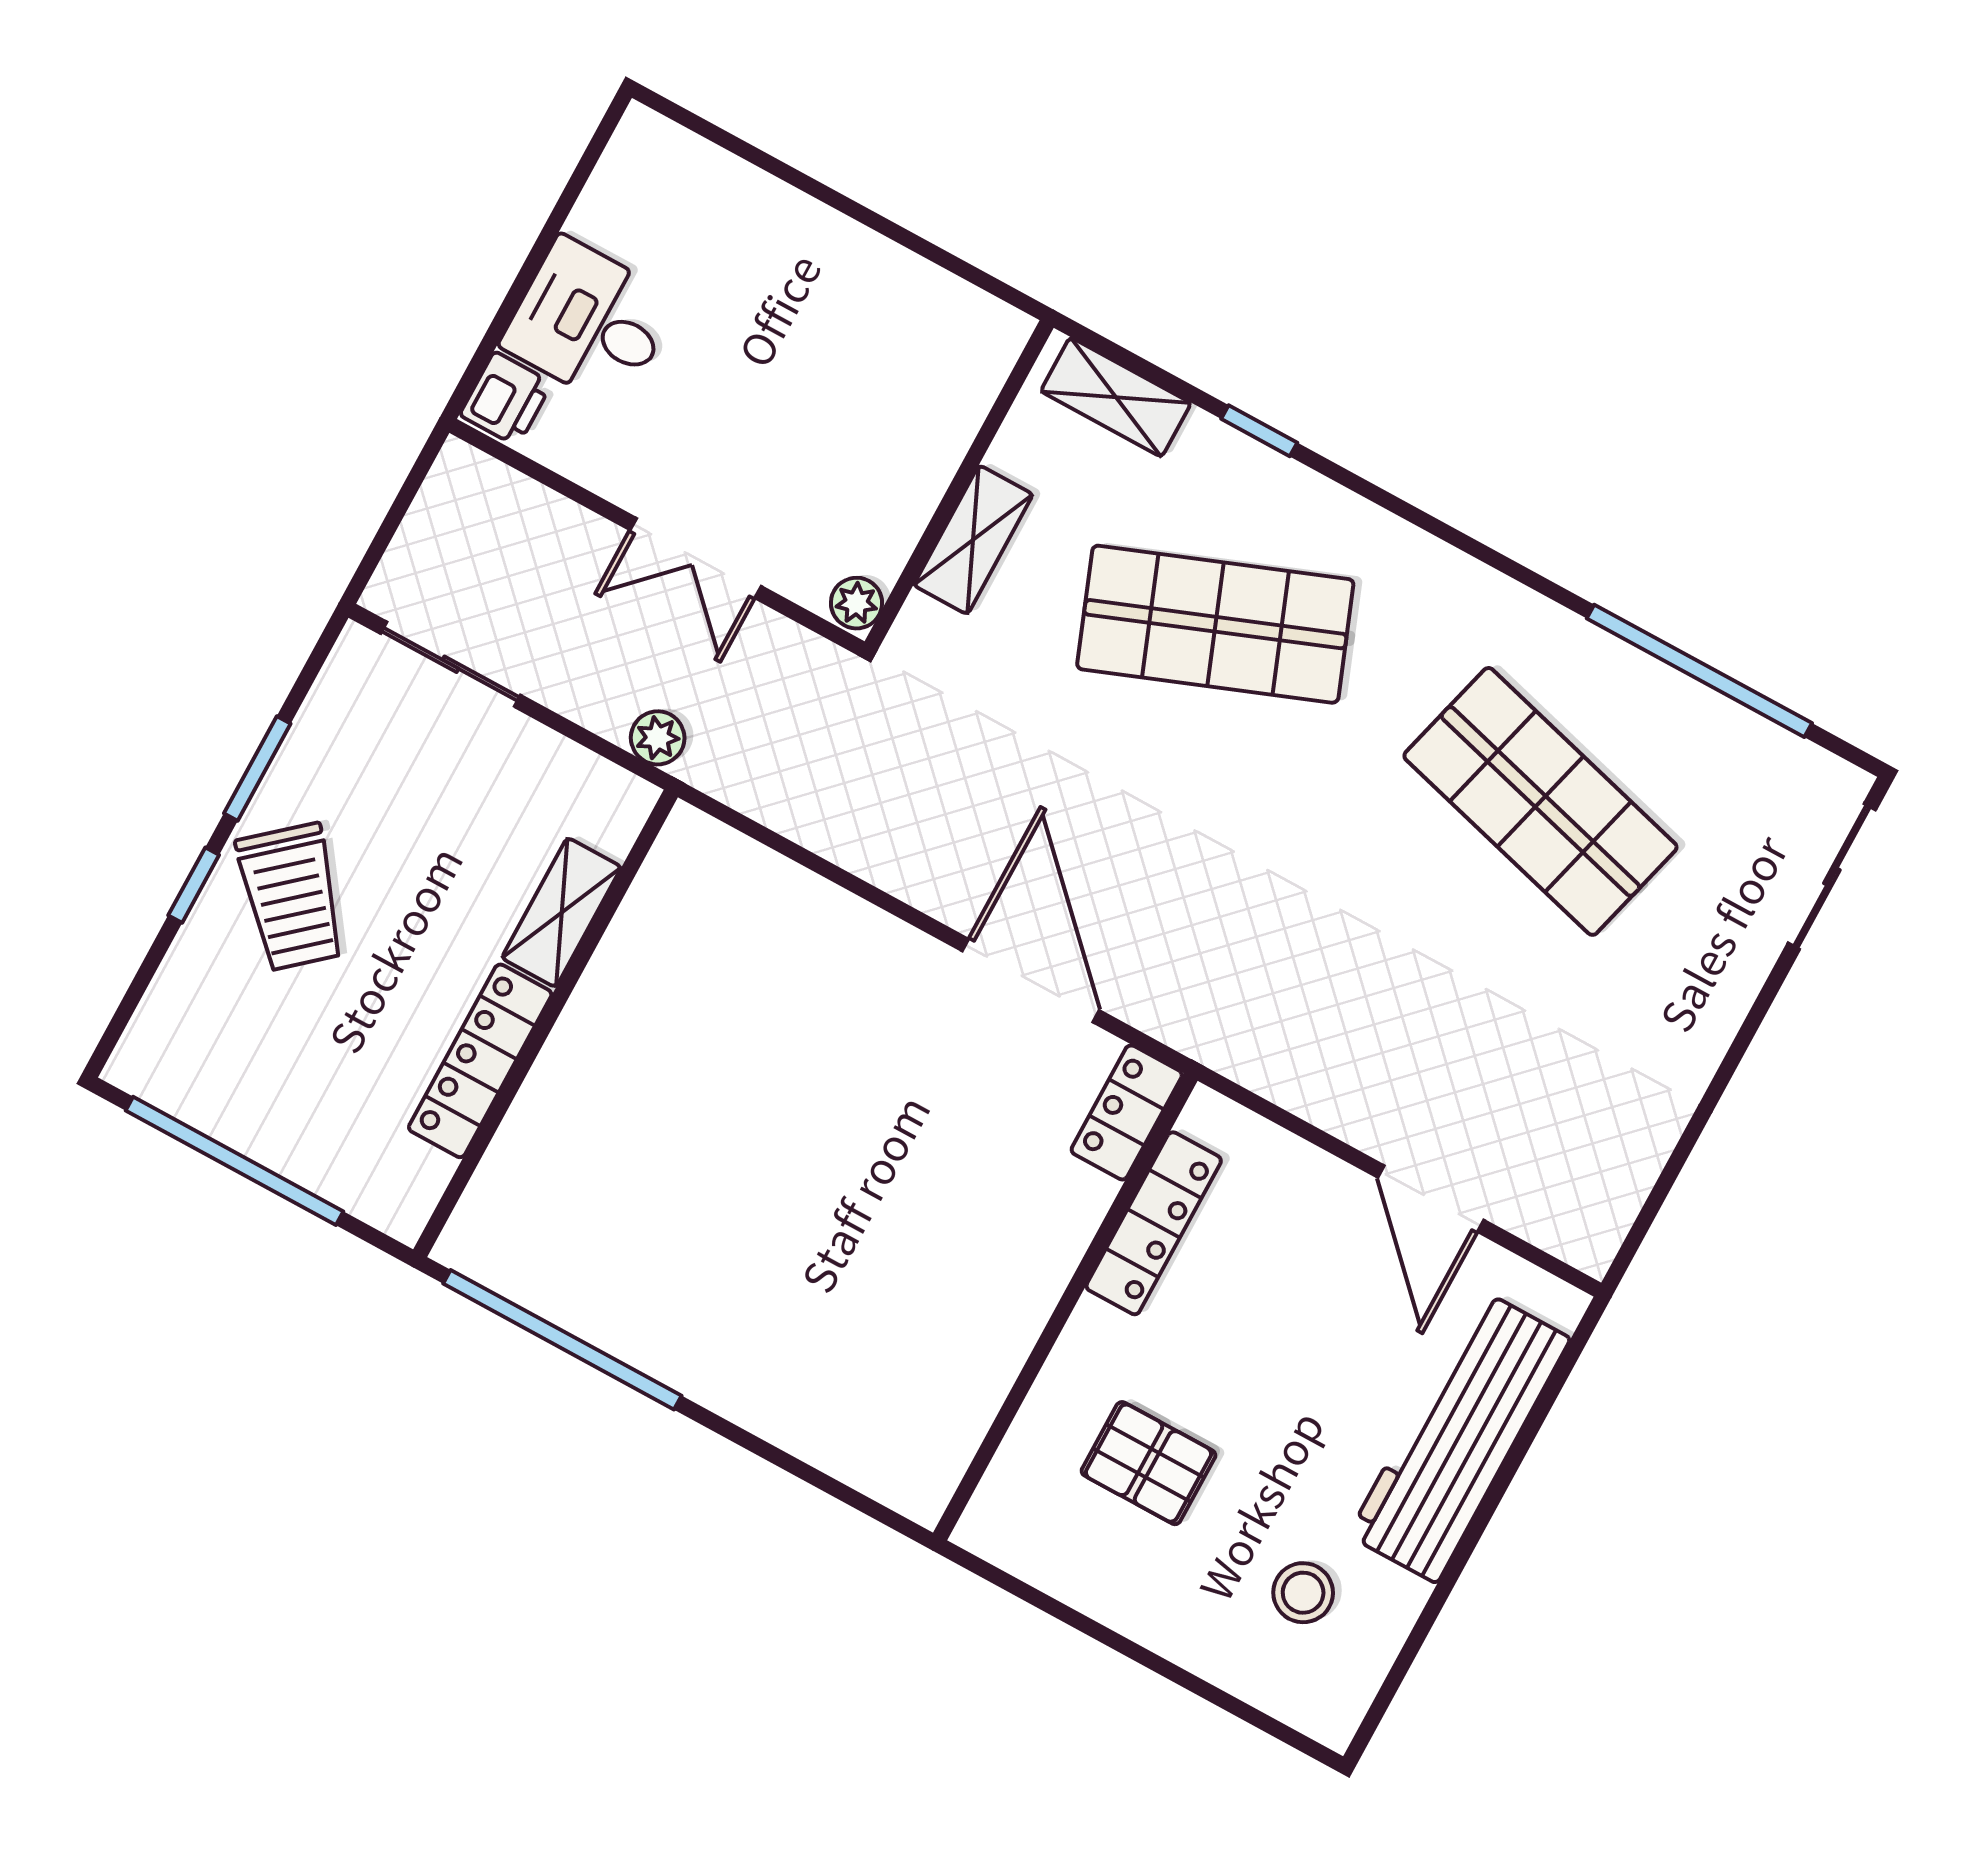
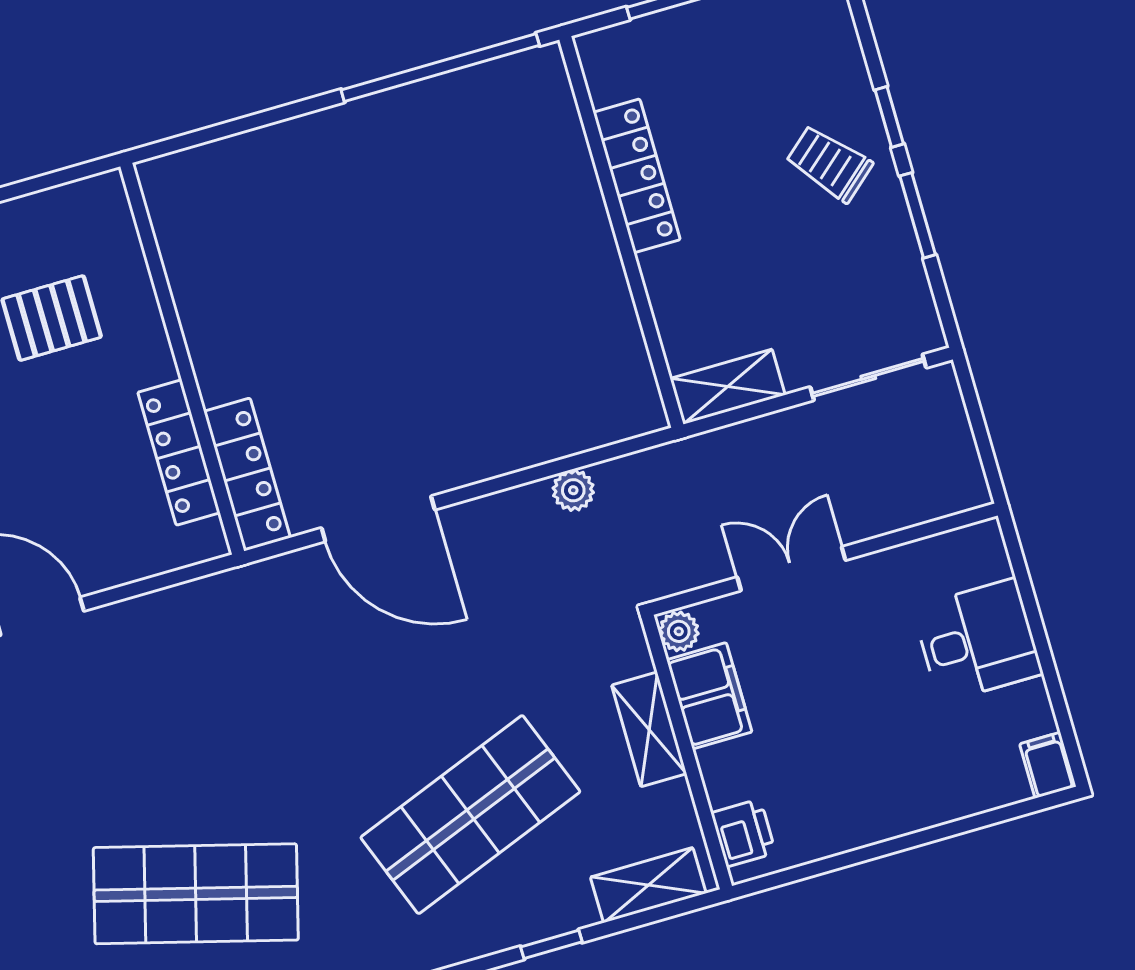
filing cabinet: (639, 143) -> (1048, 765), added
printer: (506, 399) -> (743, 833), moved, turned 180
filing cabinet: (887, 516) -> (709, 696), added
plant: (658, 738) -> (573, 490), moved
trolley: (291, 897) -> (829, 163), width x0.73, depth x0.72
shelving: (562, 912) -> (728, 387), moved, turned 90
locker: (1127, 1112) -> (247, 474), width x1.53

